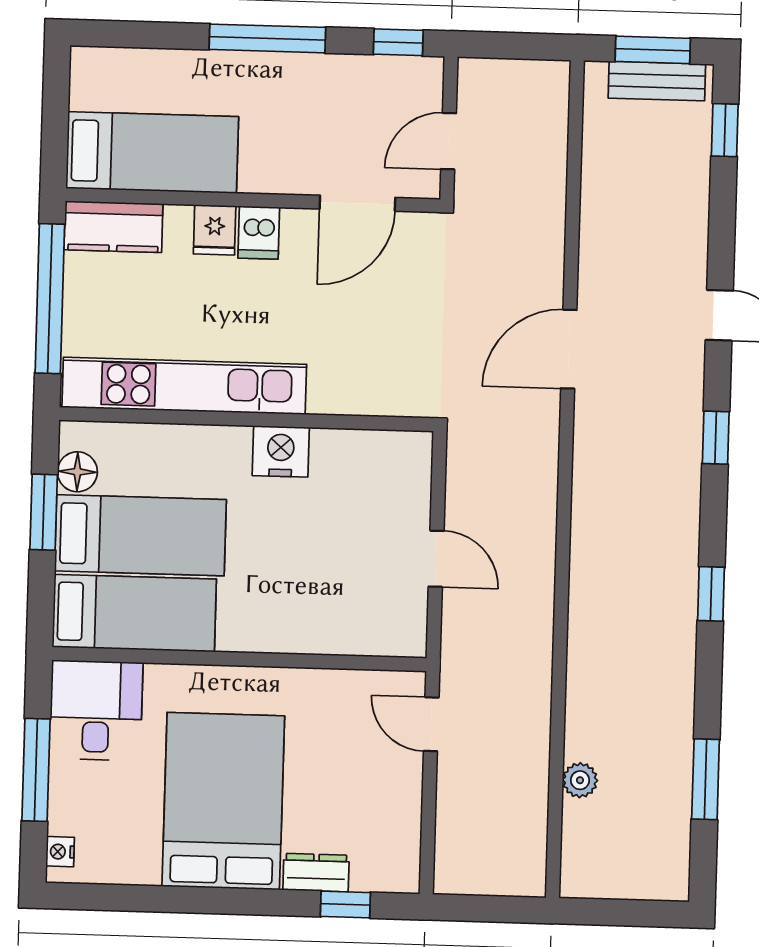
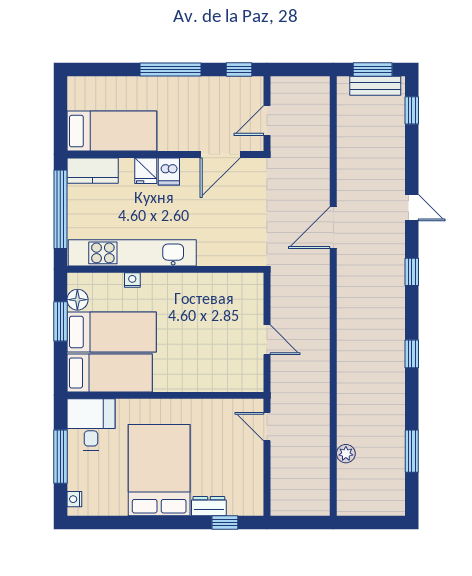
nightstand: (281, 451) -> (132, 280), moved, width x0.53, depth x0.56

